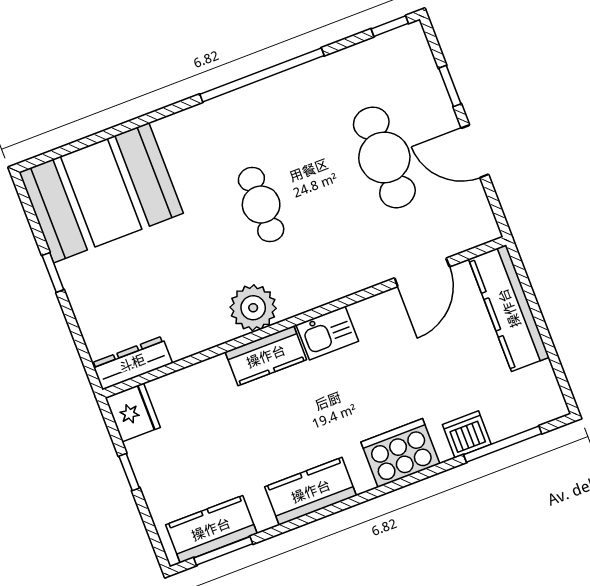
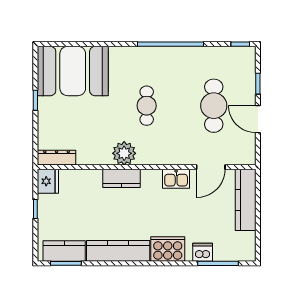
kitchen sink: (327, 333) -> (176, 179), moved
kitchen counter: (311, 491) -> (118, 251), width x1.50

